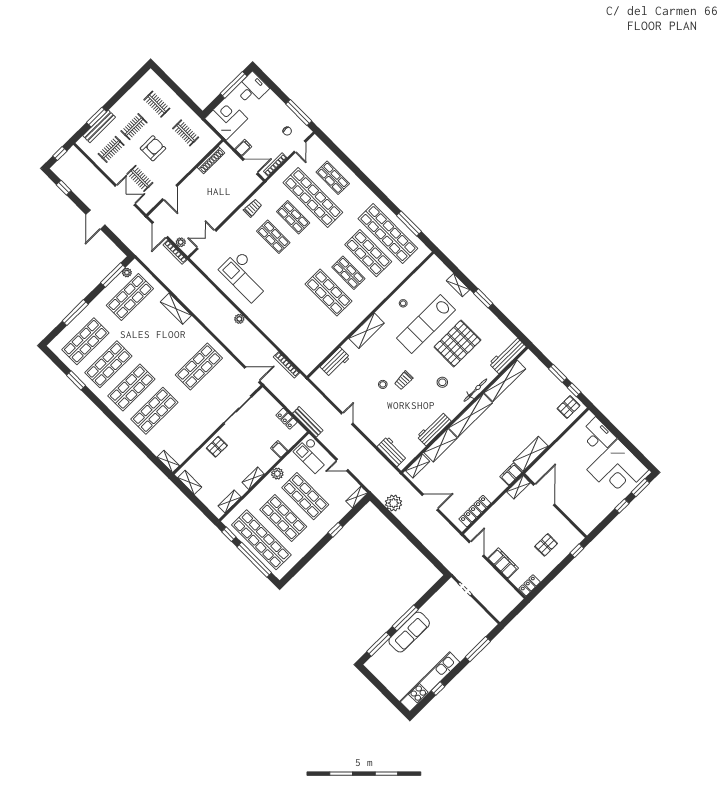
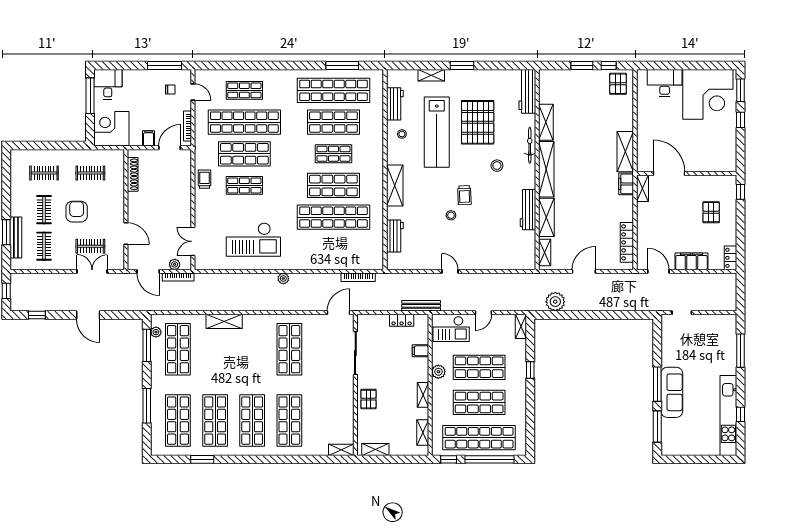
shop shelf: (293, 217) -> (244, 154), width x1.43, depth x1.36
shop shelf: (309, 312) -> (333, 217), added
shelving: (505, 381) -> (546, 122), width x0.68
workbench: (392, 452) -> (395, 104), moved, turned 90

